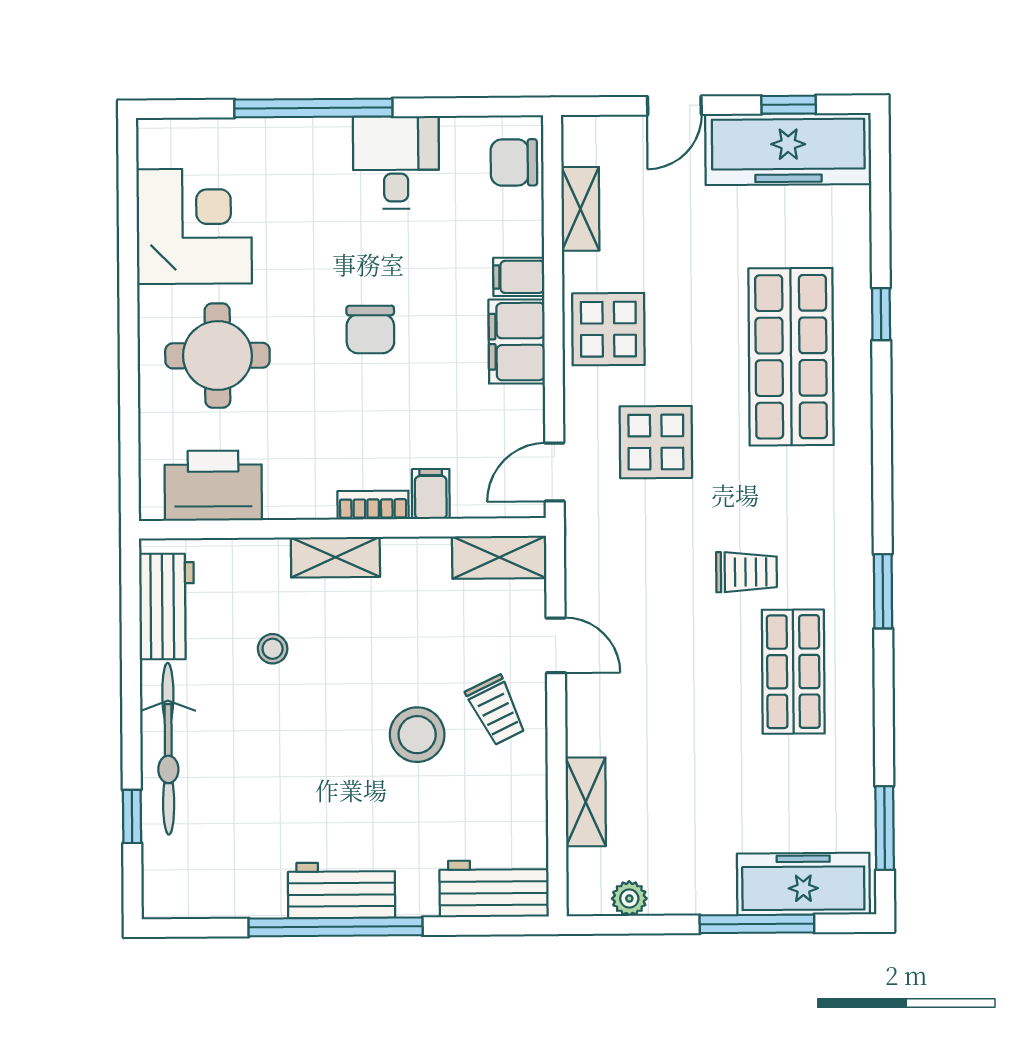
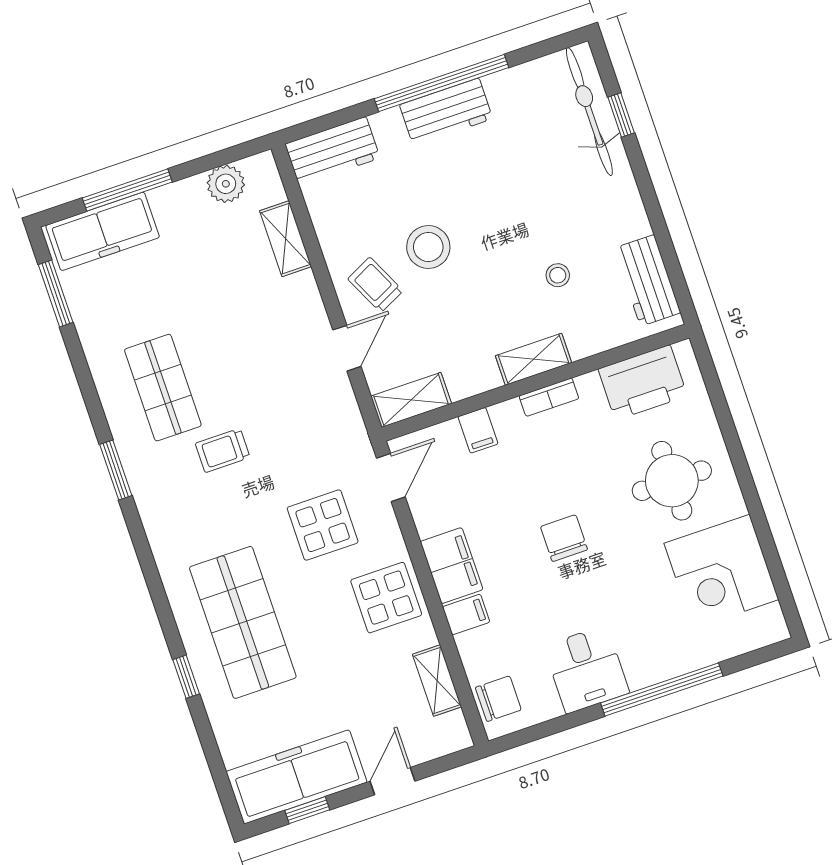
bookcase: (373, 505) -> (549, 397), moved
door: (556, 645) -> (347, 348), swing flipped
bicycle: (168, 749) -> (589, 112), moved
plant: (629, 898) -> (226, 184), width x1.38, depth x1.38

